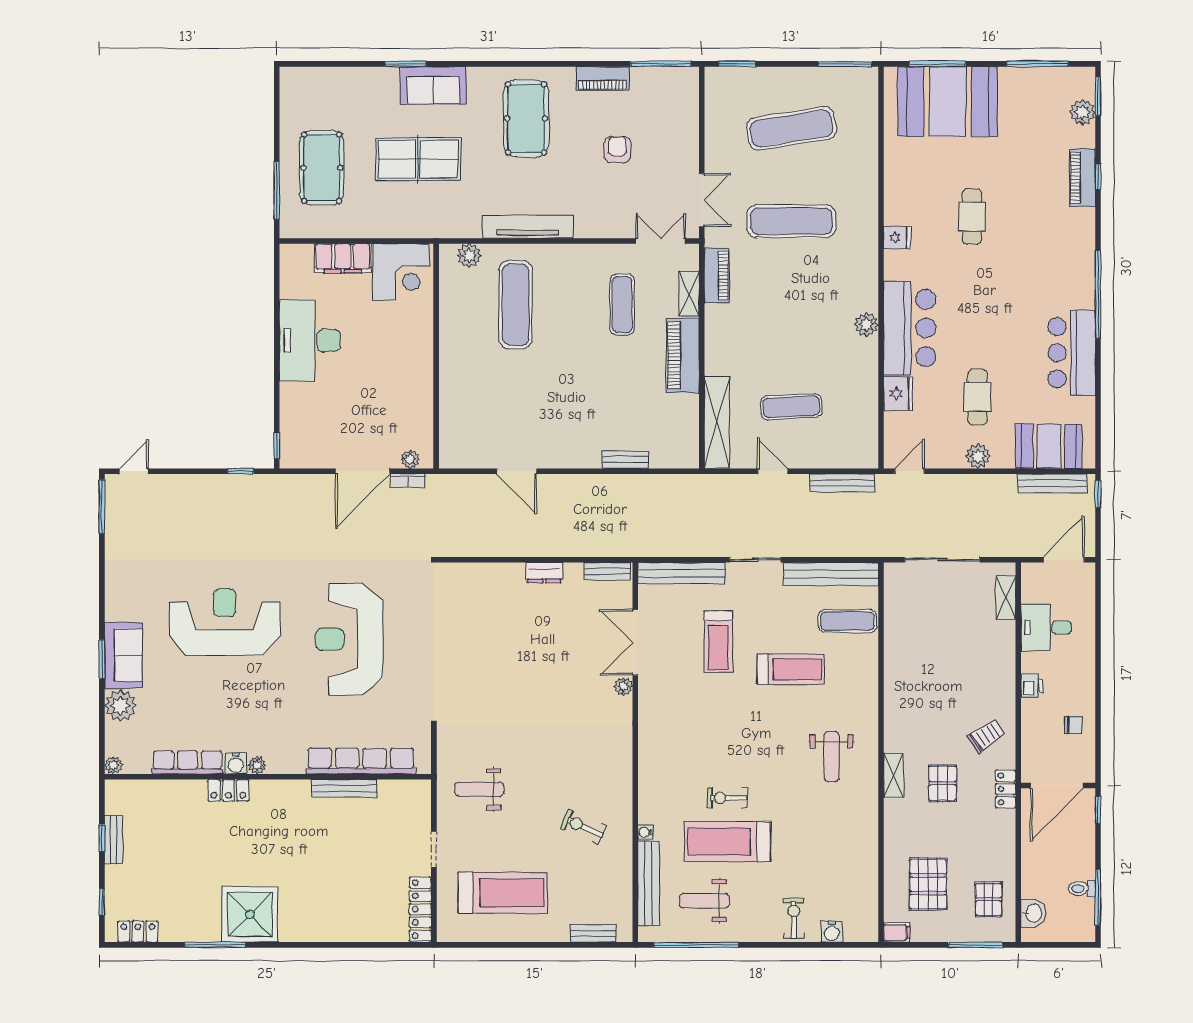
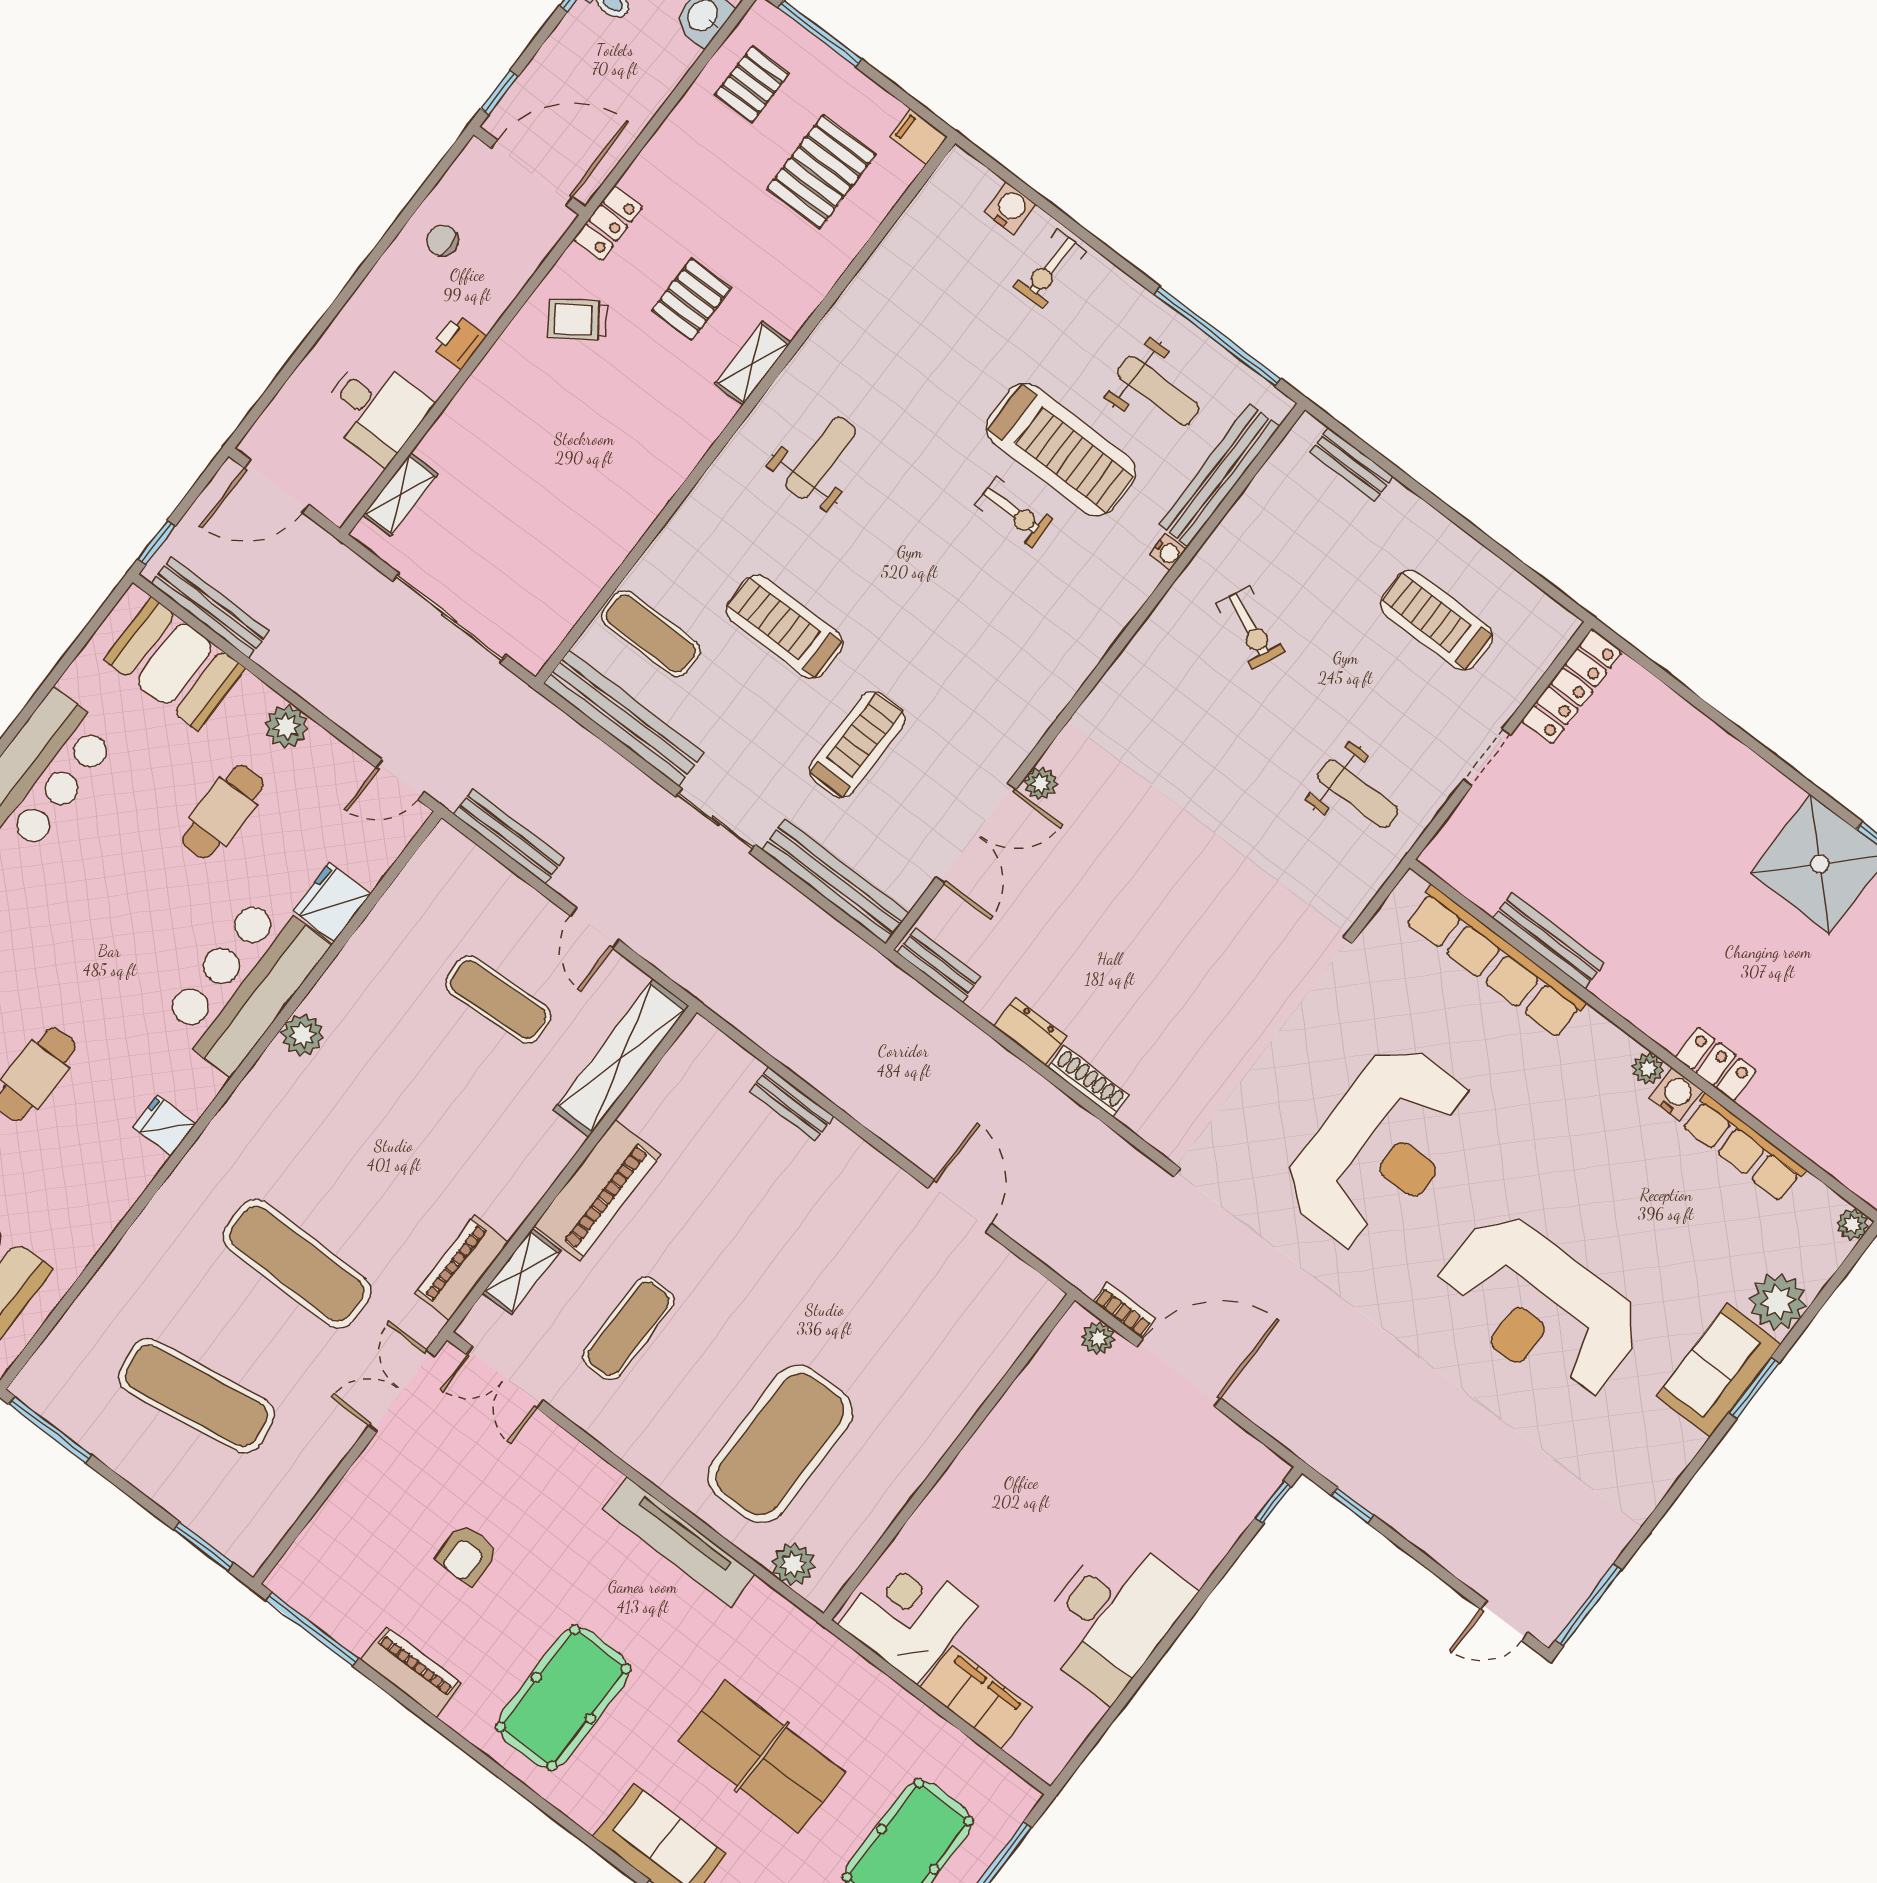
exercise mat: (516, 305) -> (780, 1444), width x1.47
shoe rack: (501, 570) -> (1088, 1081), added
treadmill: (503, 893) -> (1436, 620), width x0.73, depth x0.73

